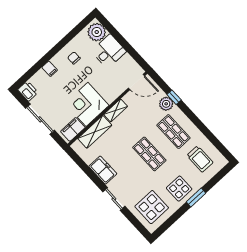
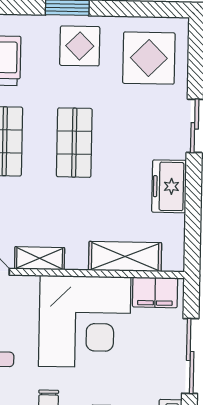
corner desk: (87, 104) -> (85, 322), width x1.36, depth x1.36
shelving: (116, 110) -> (40, 258), moved

